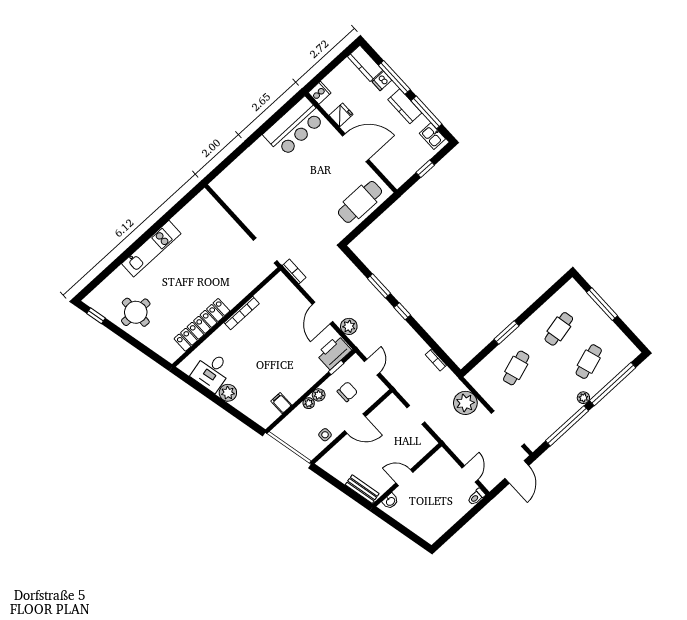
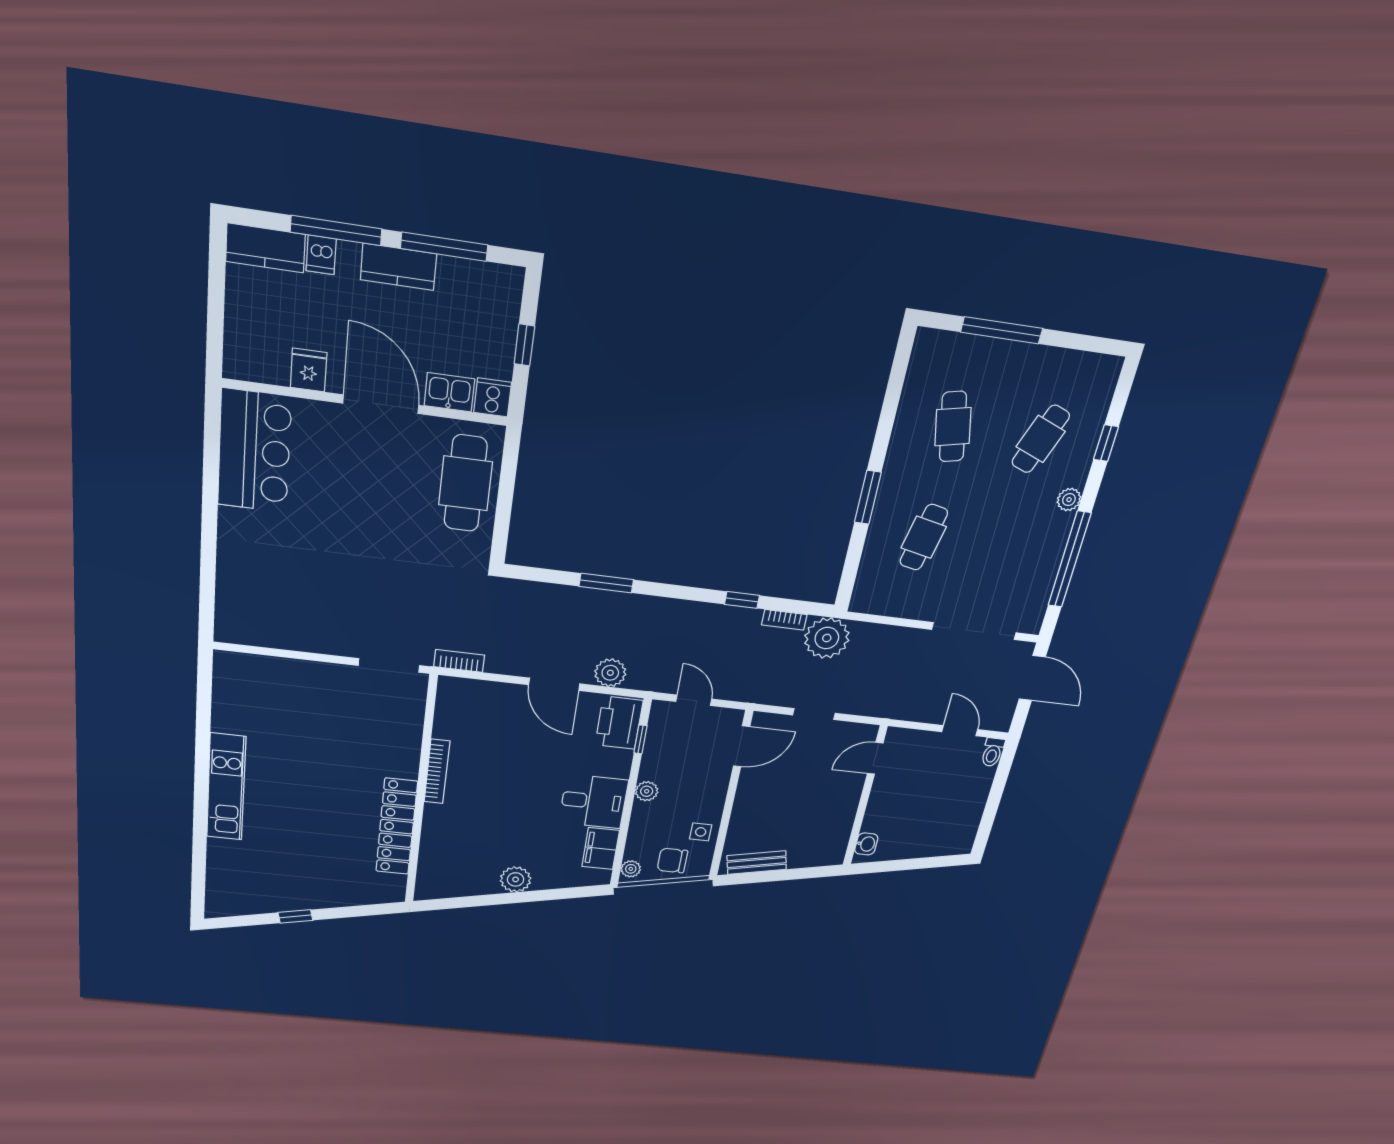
cooker: (320, 93) -> (493, 397), moved
kitchen sink: (432, 136) -> (449, 392), moved, turned 180
door: (356, 148) -> (381, 404), hinge flipped
window: (402, 311) -> (742, 600), moved
round table: (136, 312) -> (291, 878), removed
window: (96, 316) -> (295, 916), moved
cafe table: (589, 362) -> (1041, 439), turned 39
cafe table: (516, 368) -> (924, 537), turned 30
desk: (212, 372) -> (594, 801), moved, turned -77
window: (613, 384) -> (1106, 443), width x0.32
chair: (347, 392) -> (672, 860), moved, turned -90
filing cabinet: (281, 403) -> (601, 848), width x2.00
plant: (309, 403) -> (631, 869), moved
plant: (465, 403) -> (827, 638), moved
door: (355, 424) -> (742, 746), moved
door: (404, 478) -> (875, 758), moved
bench: (362, 489) -> (757, 863), moved

